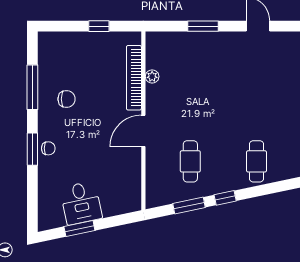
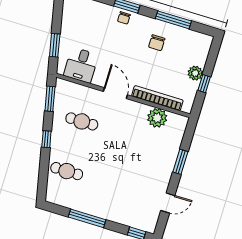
plant: (89, 41) -> (195, 73), added
plant: (152, 76) -> (157, 118), width x1.87, depth x1.87
desk: (81, 203) -> (81, 65), moved, turned -78
window: (189, 206) -> (50, 99), moved
window: (79, 229) -> (55, 45), moved

